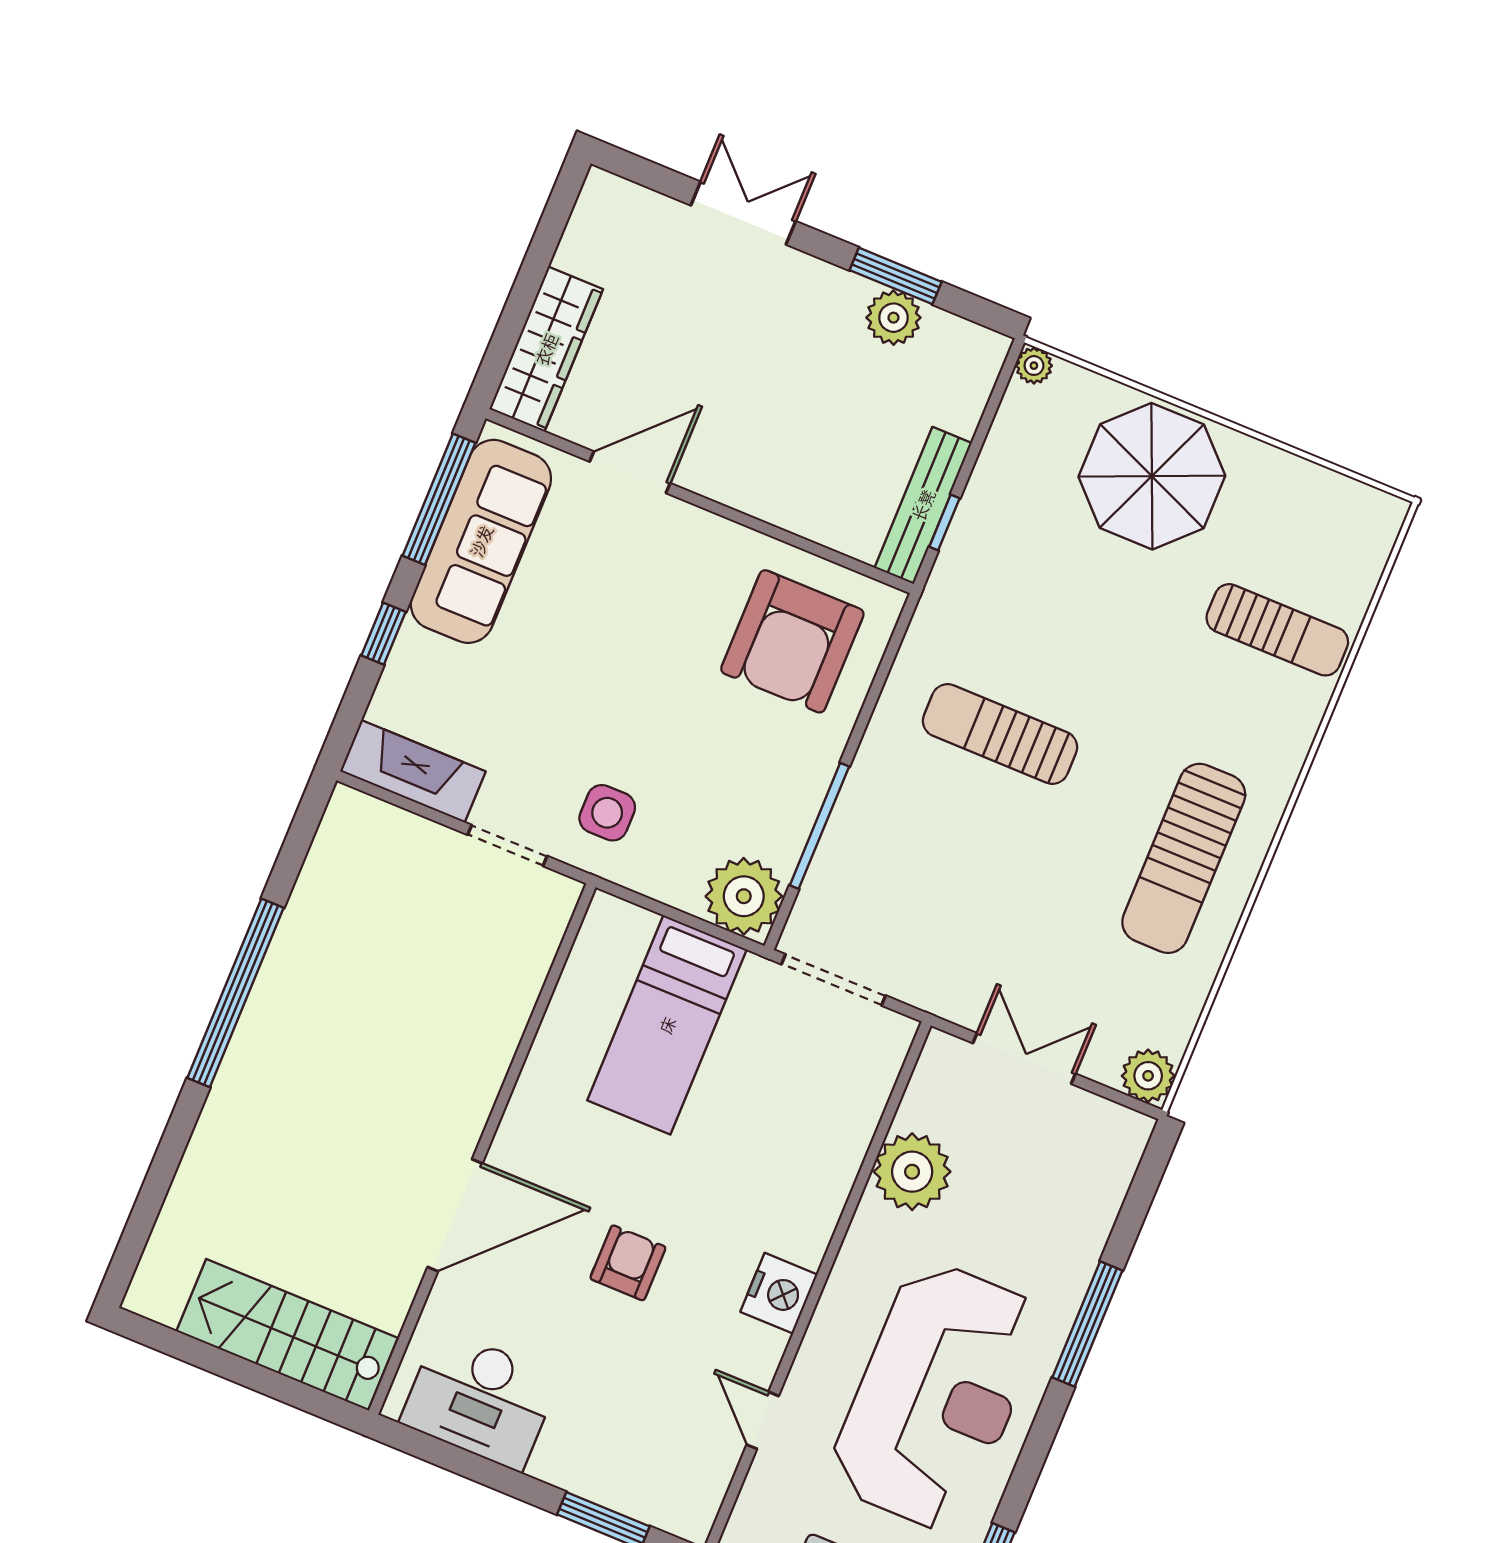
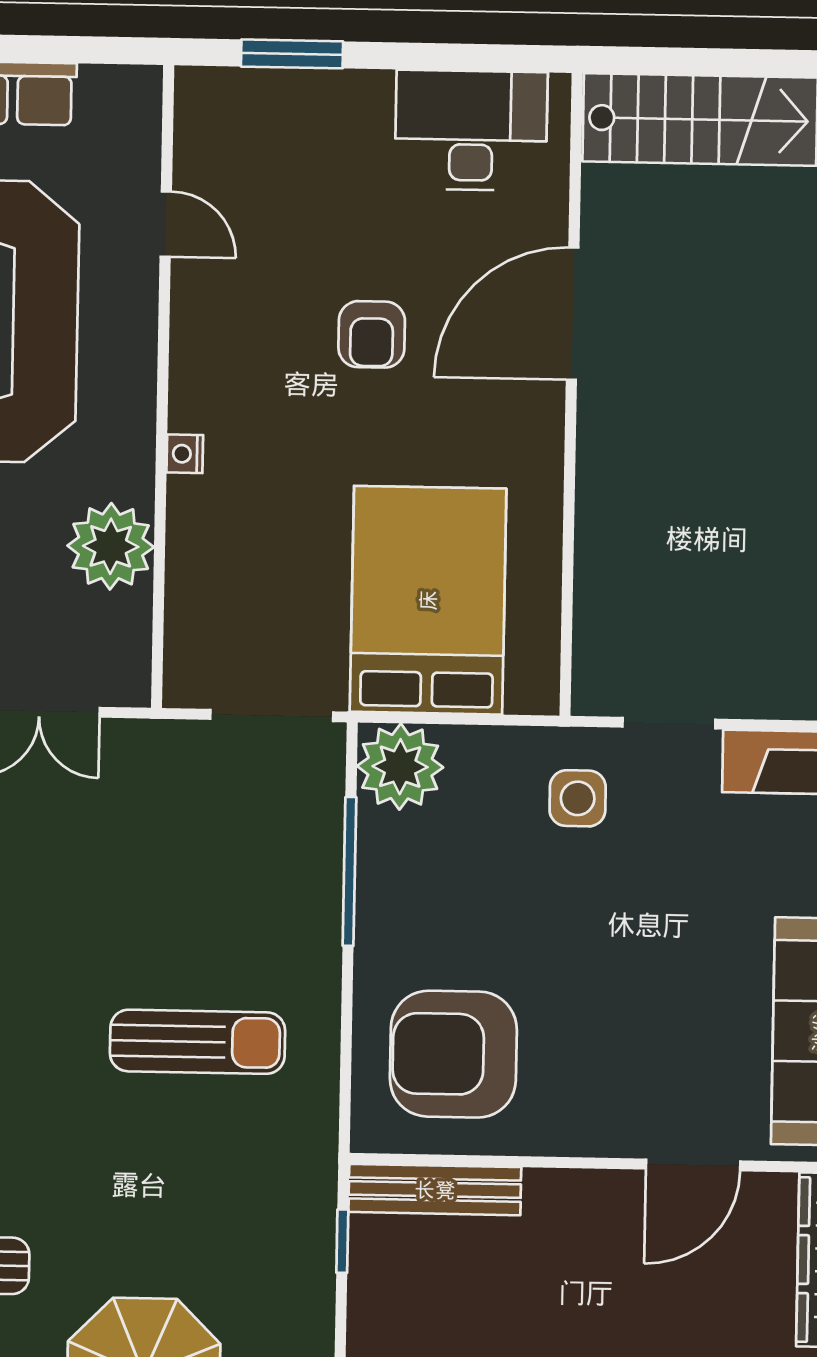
bench: (923, 505) -> (435, 1190), moved, turned 90
armchair: (792, 641) -> (453, 1054), turned -90
bed: (667, 1025) -> (428, 600), width x1.50
nightstand: (779, 1293) -> (185, 454), moved, width x0.53, depth x0.56

